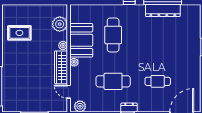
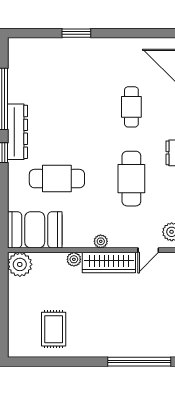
dresser: (163, 10) -> (17, 132), moved
plant: (60, 24) -> (20, 264), moved
booth: (81, 40) -> (35, 230), moved

